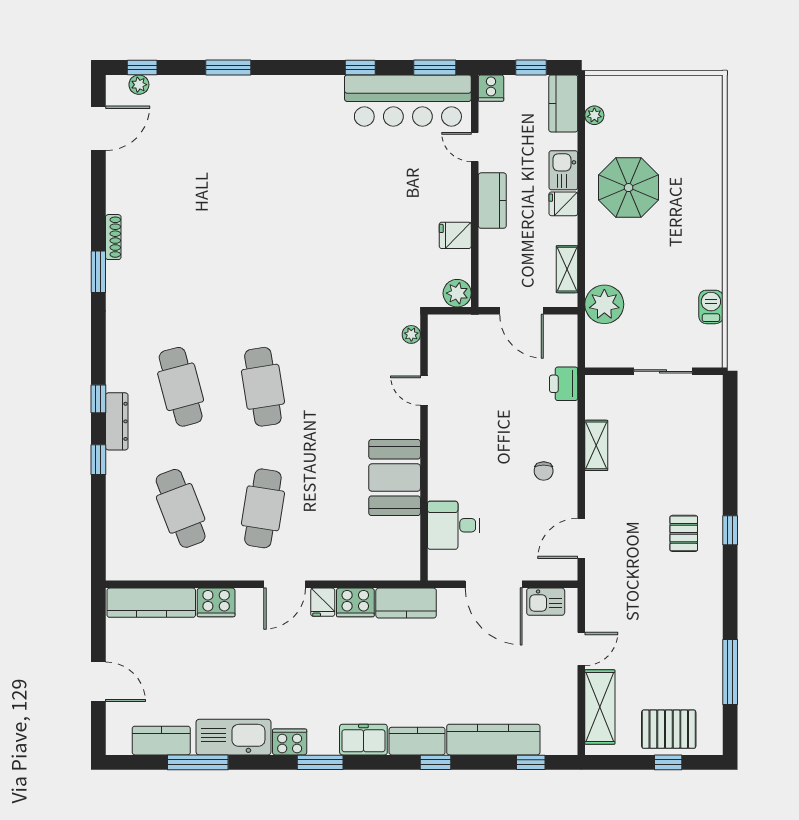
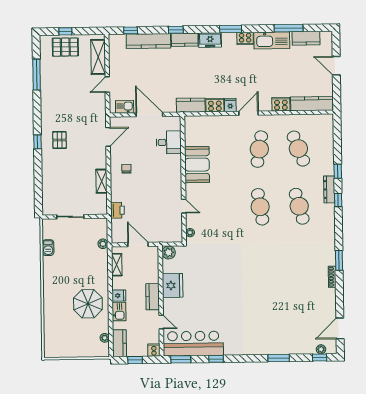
fridge: (455, 235) -> (173, 285), width x1.88, depth x1.34
plant: (604, 304) -> (103, 244), width x0.53, depth x0.53

